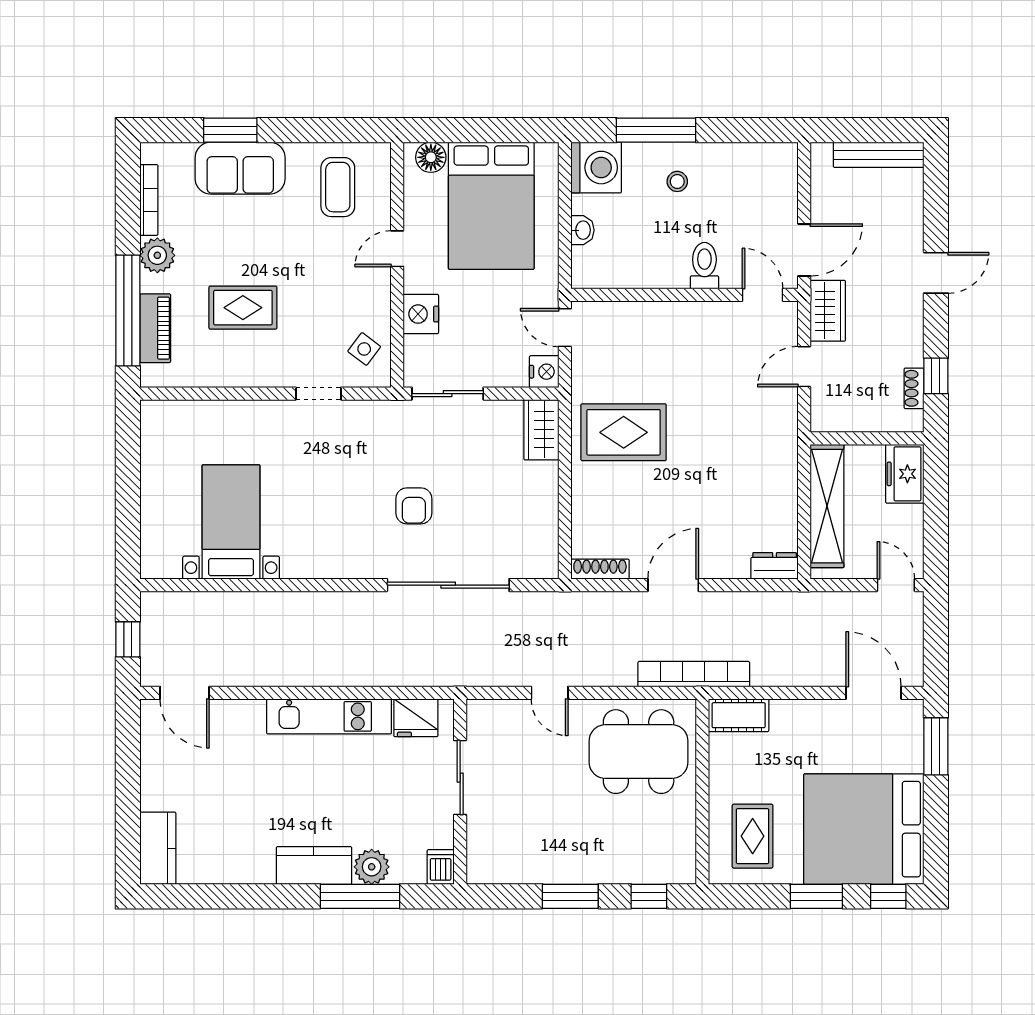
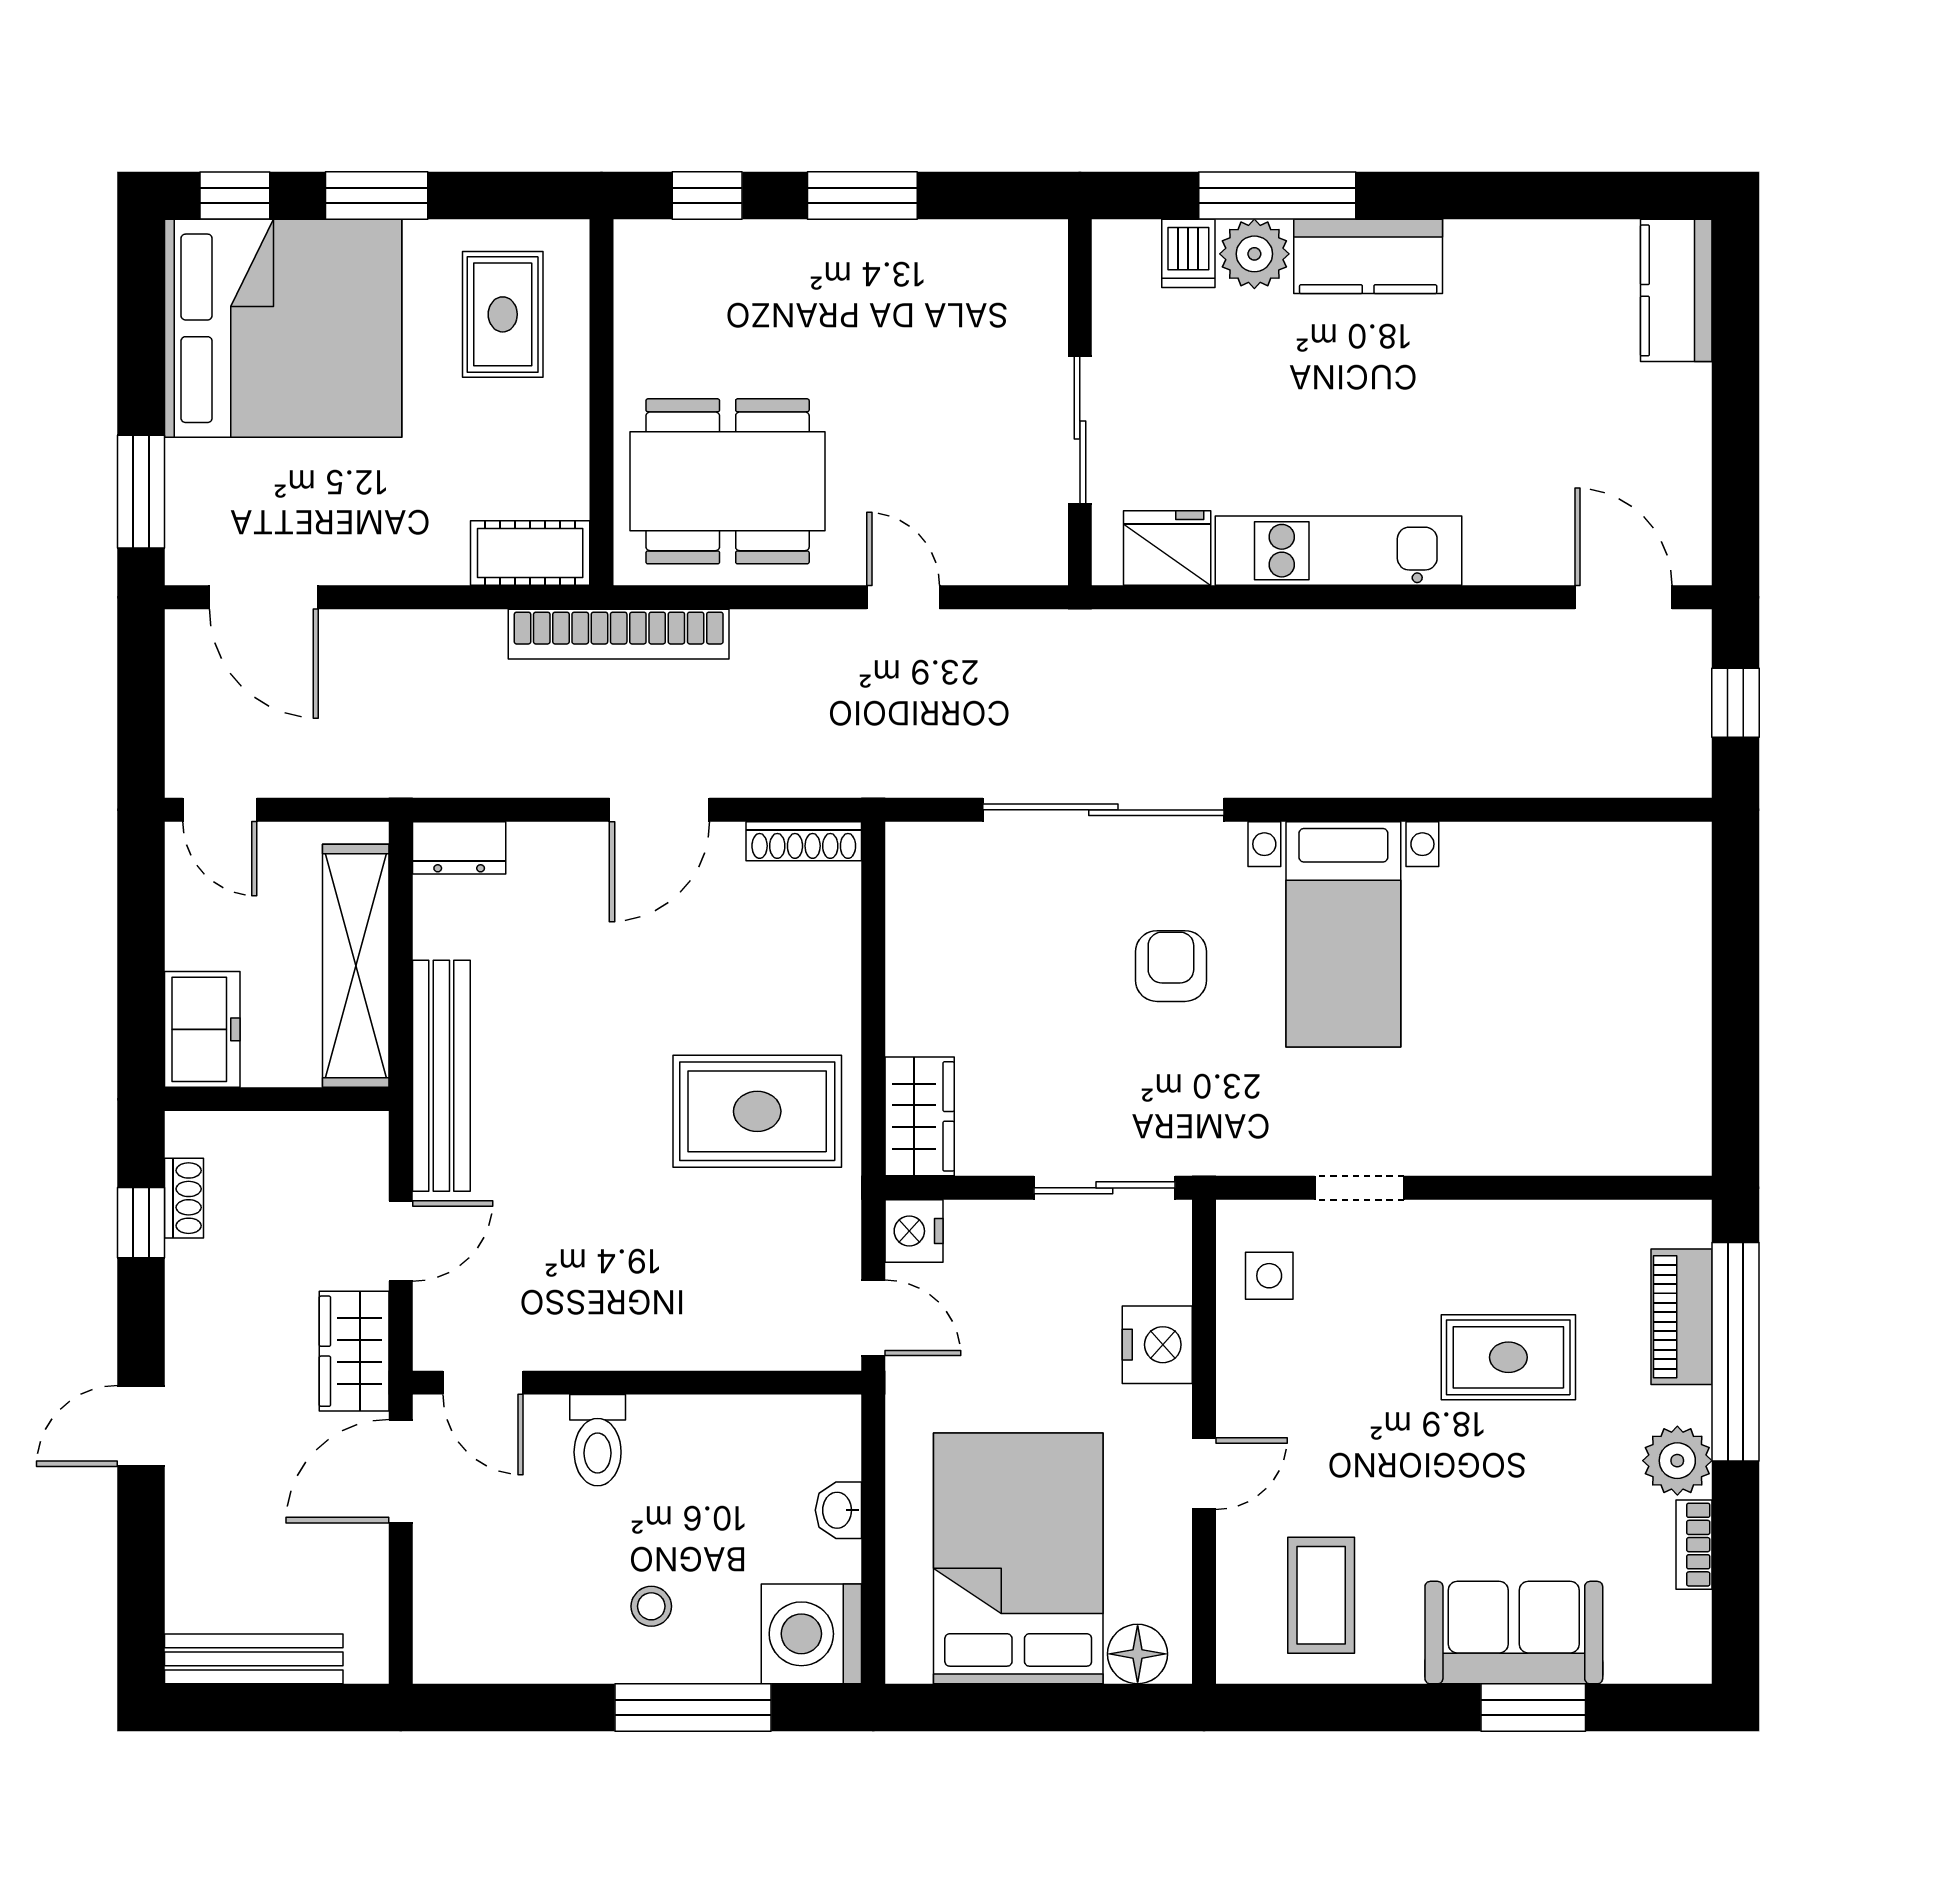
bookcase: (149, 200) -> (1694, 1545), width x0.64
side table: (364, 349) -> (1269, 1276), turned -37
bench: (784, 450) -> (441, 1076), added
bed with nightstands: (231, 522) -> (1343, 934), moved
dishwasher: (441, 867) -> (1188, 253), moved

